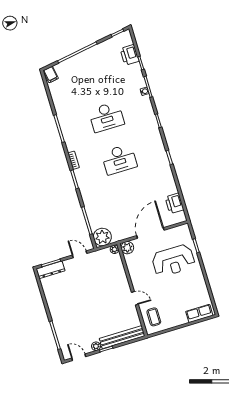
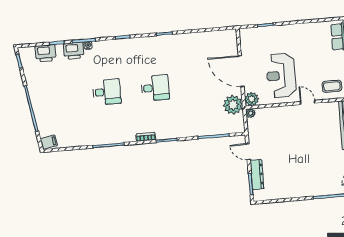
desk: (106, 117) -> (107, 92), width x0.73
desk: (119, 159) -> (155, 88), width x0.73
printer: (174, 203) -> (74, 51), moved
plant: (102, 237) -> (233, 105), moved
door: (80, 254) -> (248, 152), hinge flipped
reception desk: (173, 261) -> (281, 76), moved, turned 180
dresser: (51, 270) -> (257, 174), moved
door: (135, 298) -> (308, 102), hinge flipped

